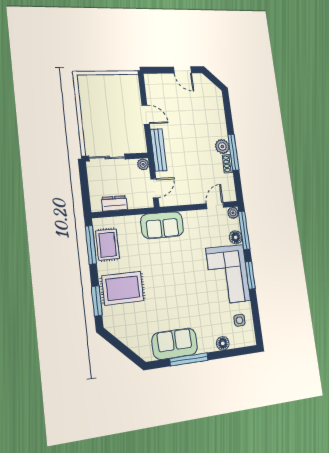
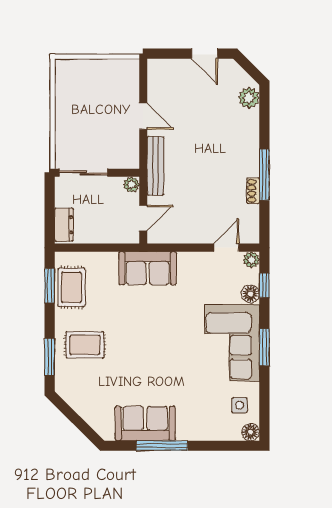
plant: (222, 146) -> (249, 98), moved
dresser: (114, 203) -> (64, 225), moved, turned 90
window: (244, 230) -> (264, 285), width x0.46
window: (91, 245) -> (50, 286), width x0.69
rug: (123, 288) -> (85, 345), width x0.73, depth x0.70
floor lamp: (223, 343) -> (251, 432), moved

